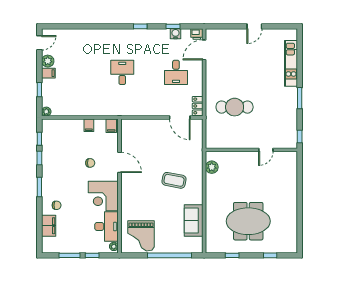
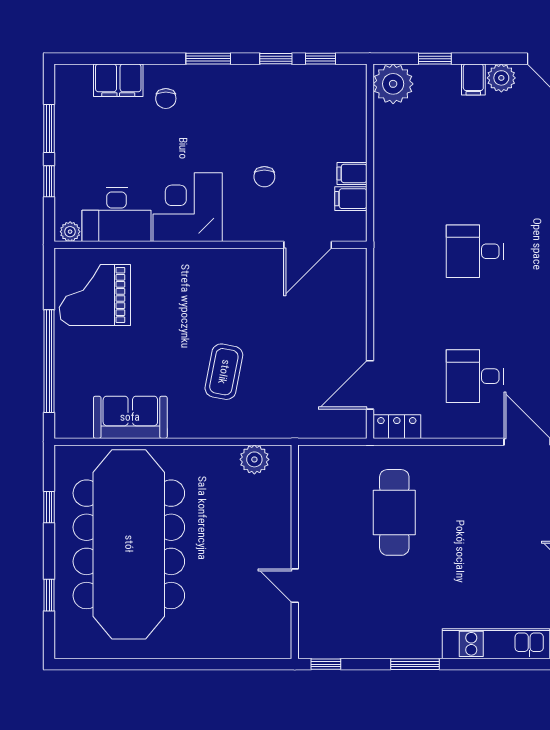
desk: (122, 72) -> (475, 251), turned 180
plant: (46, 112) -> (393, 84), width x1.87, depth x1.87
filing cabinet: (111, 126) -> (351, 199), moved
door: (119, 162) -> (308, 245), moved
meeting table: (248, 221) -> (129, 544), width x1.86, depth x1.27

